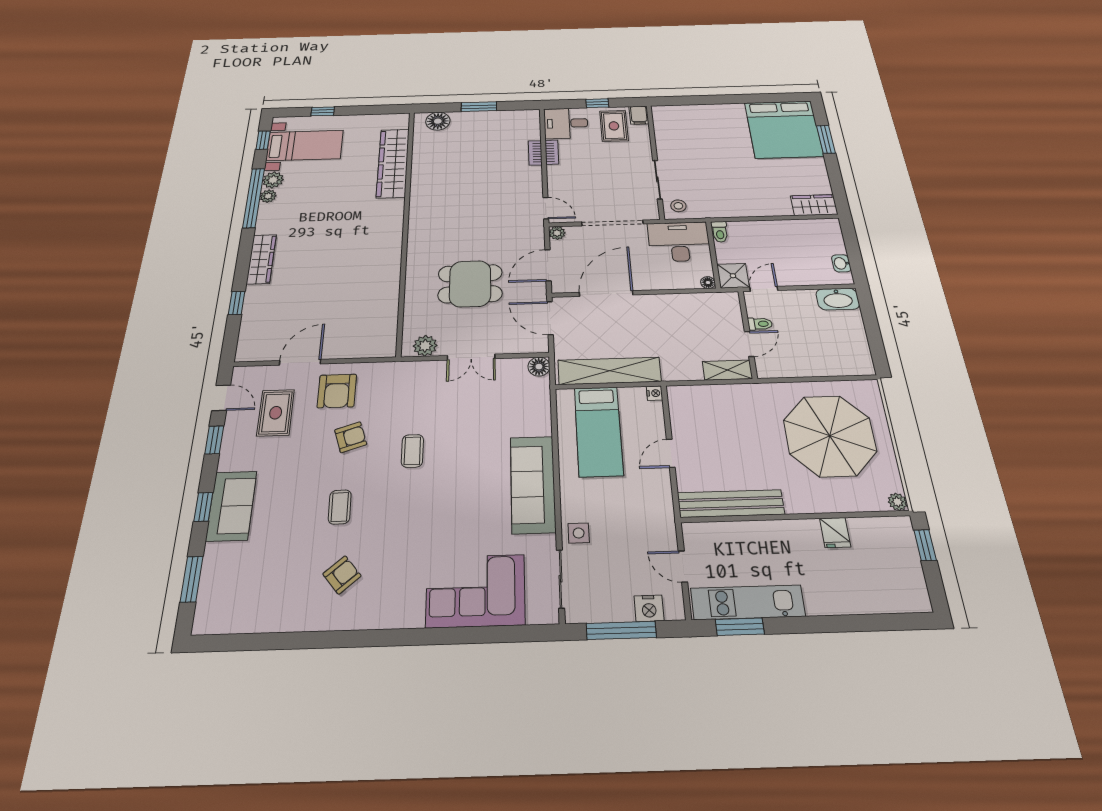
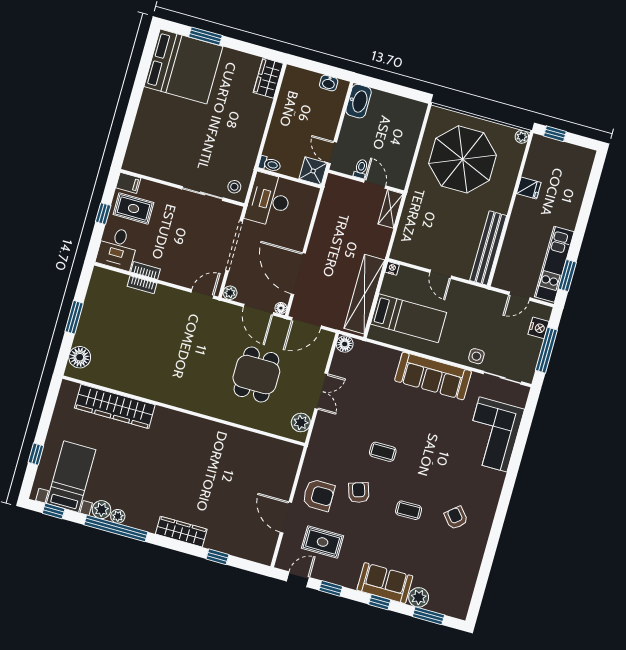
floor lamp: (708, 283) -> (281, 308), moved
plant: (217, 557) -> (419, 597), added

